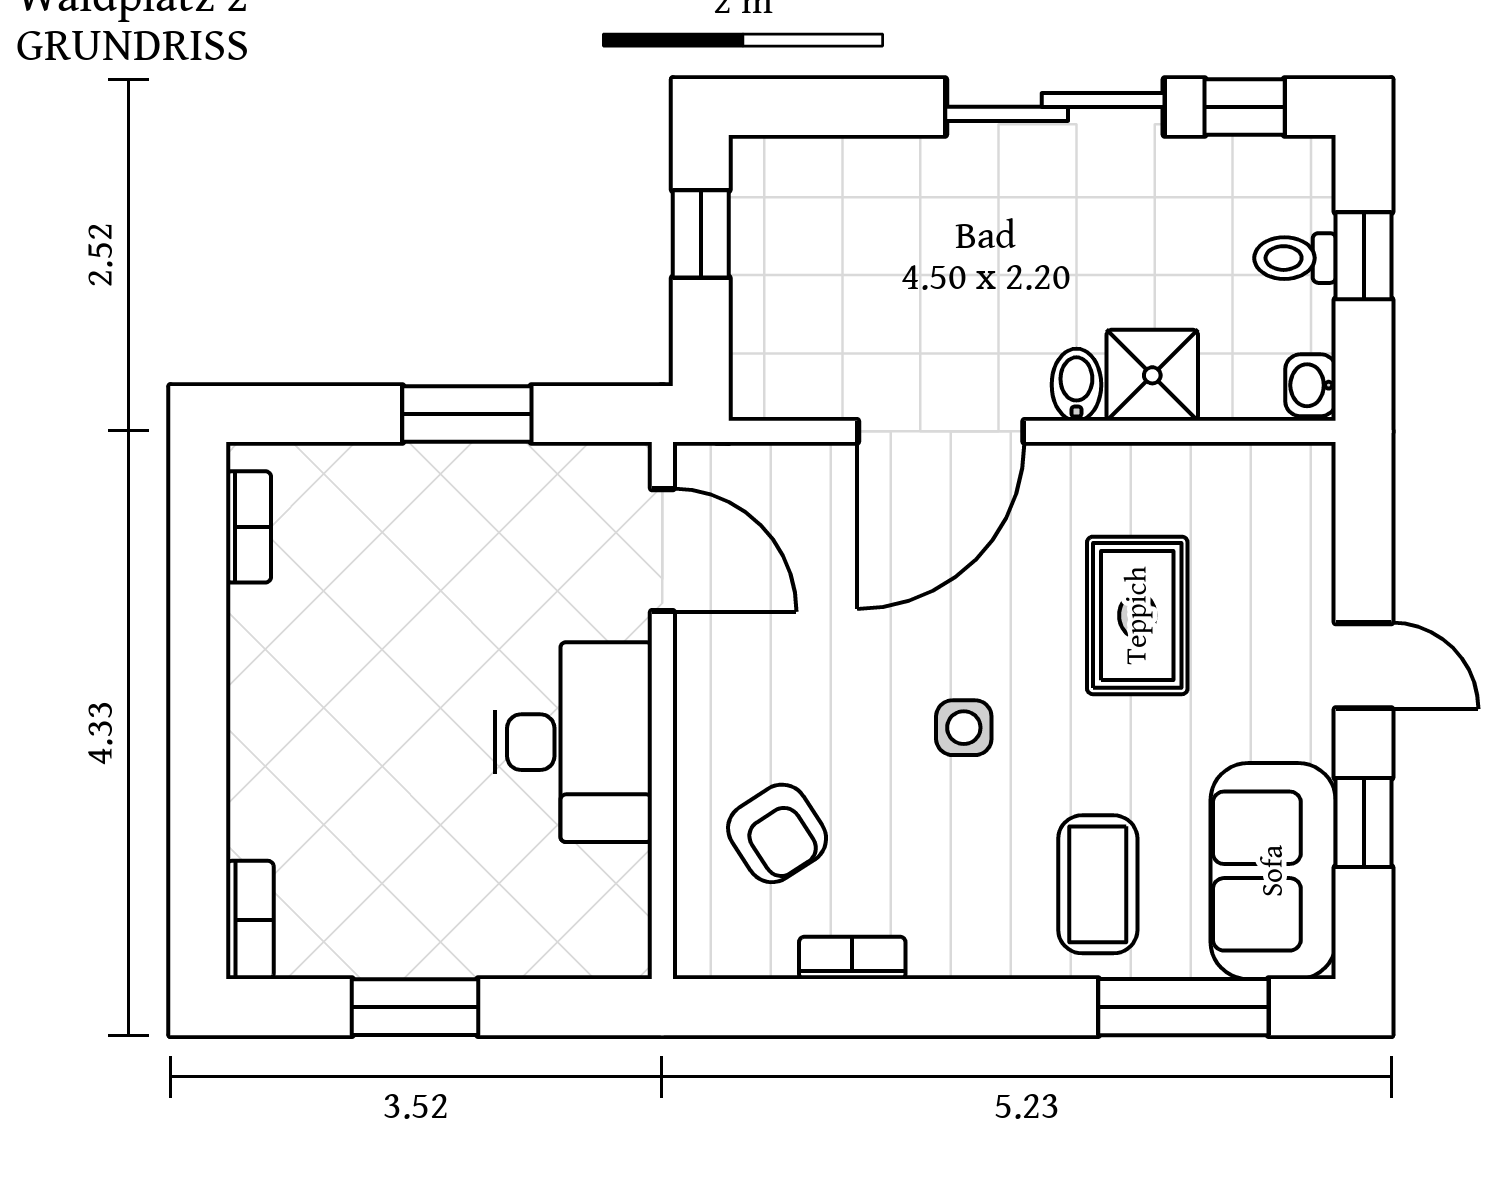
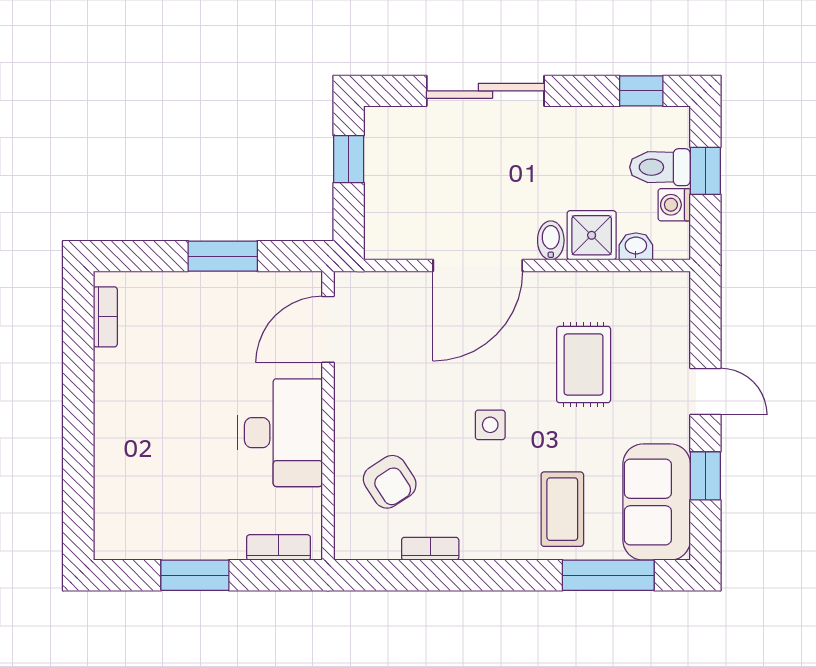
sliding door: (1055, 107) -> (485, 91), moved
toilet: (1295, 258) -> (660, 167), width x1.37, depth x1.39
washing machine: (1306, 319) -> (674, 205), added
washbasin: (1311, 385) -> (636, 246), moved, turned 90
door: (662, 550) -> (328, 329), swing flipped
bookcase: (250, 920) -> (279, 547), moved, turned -90

